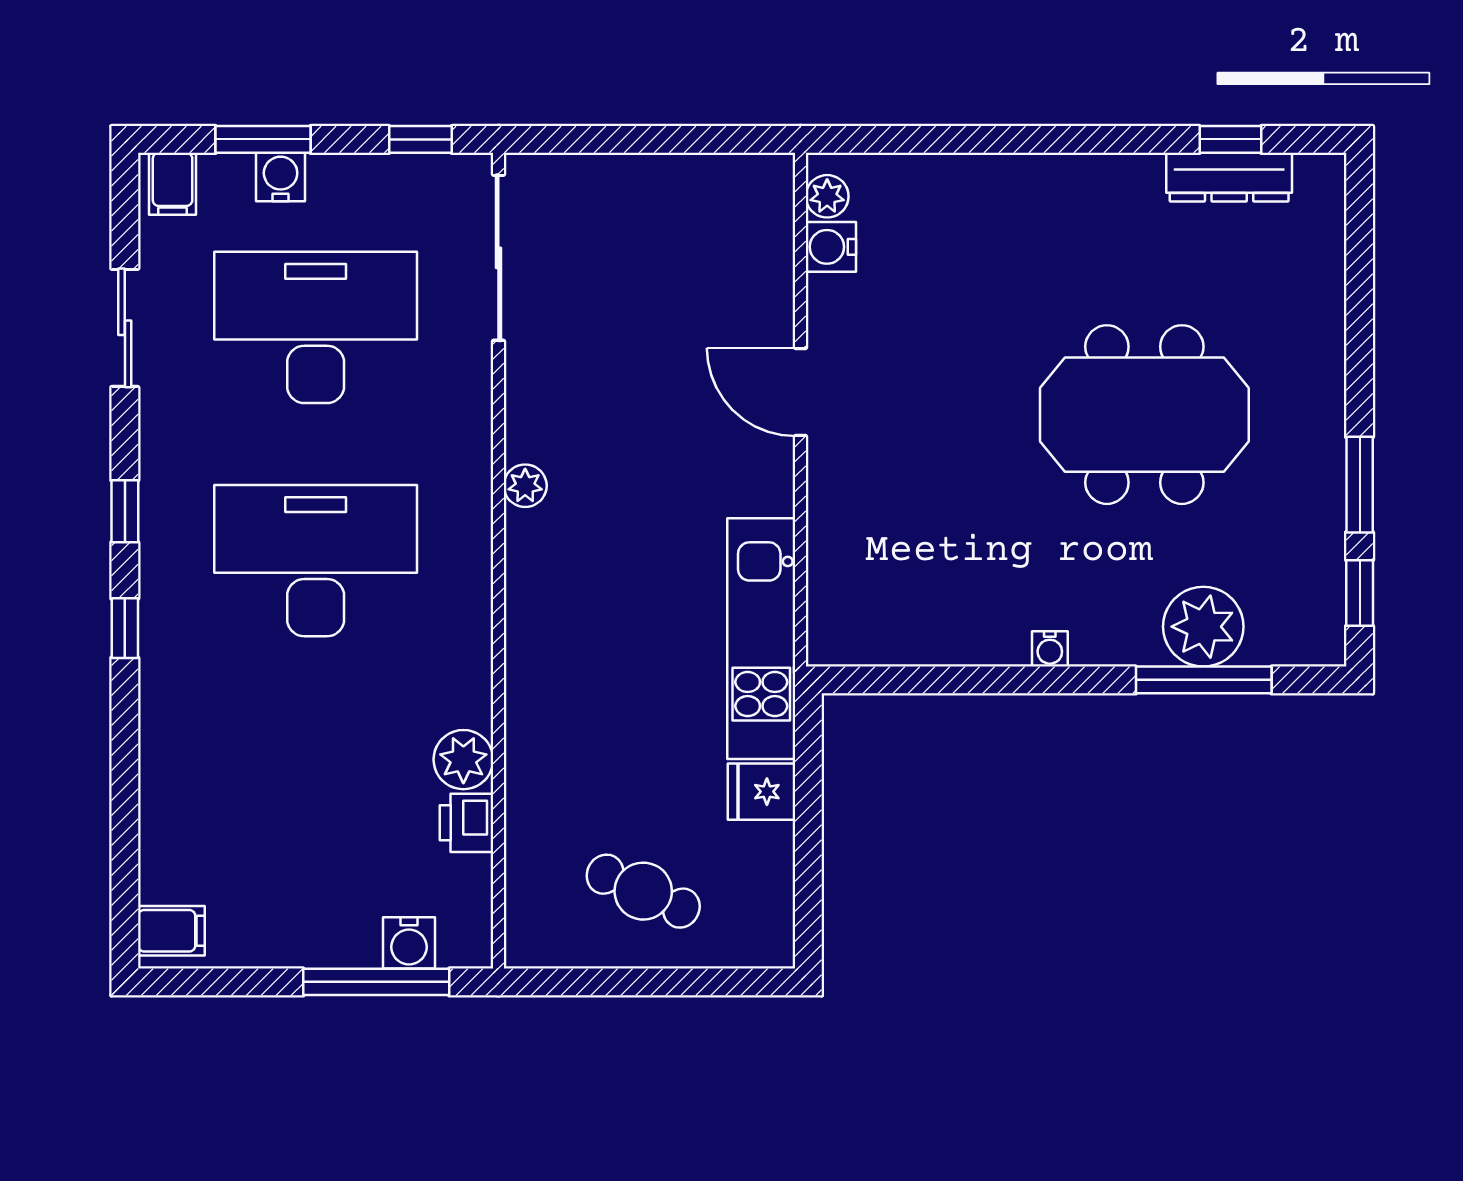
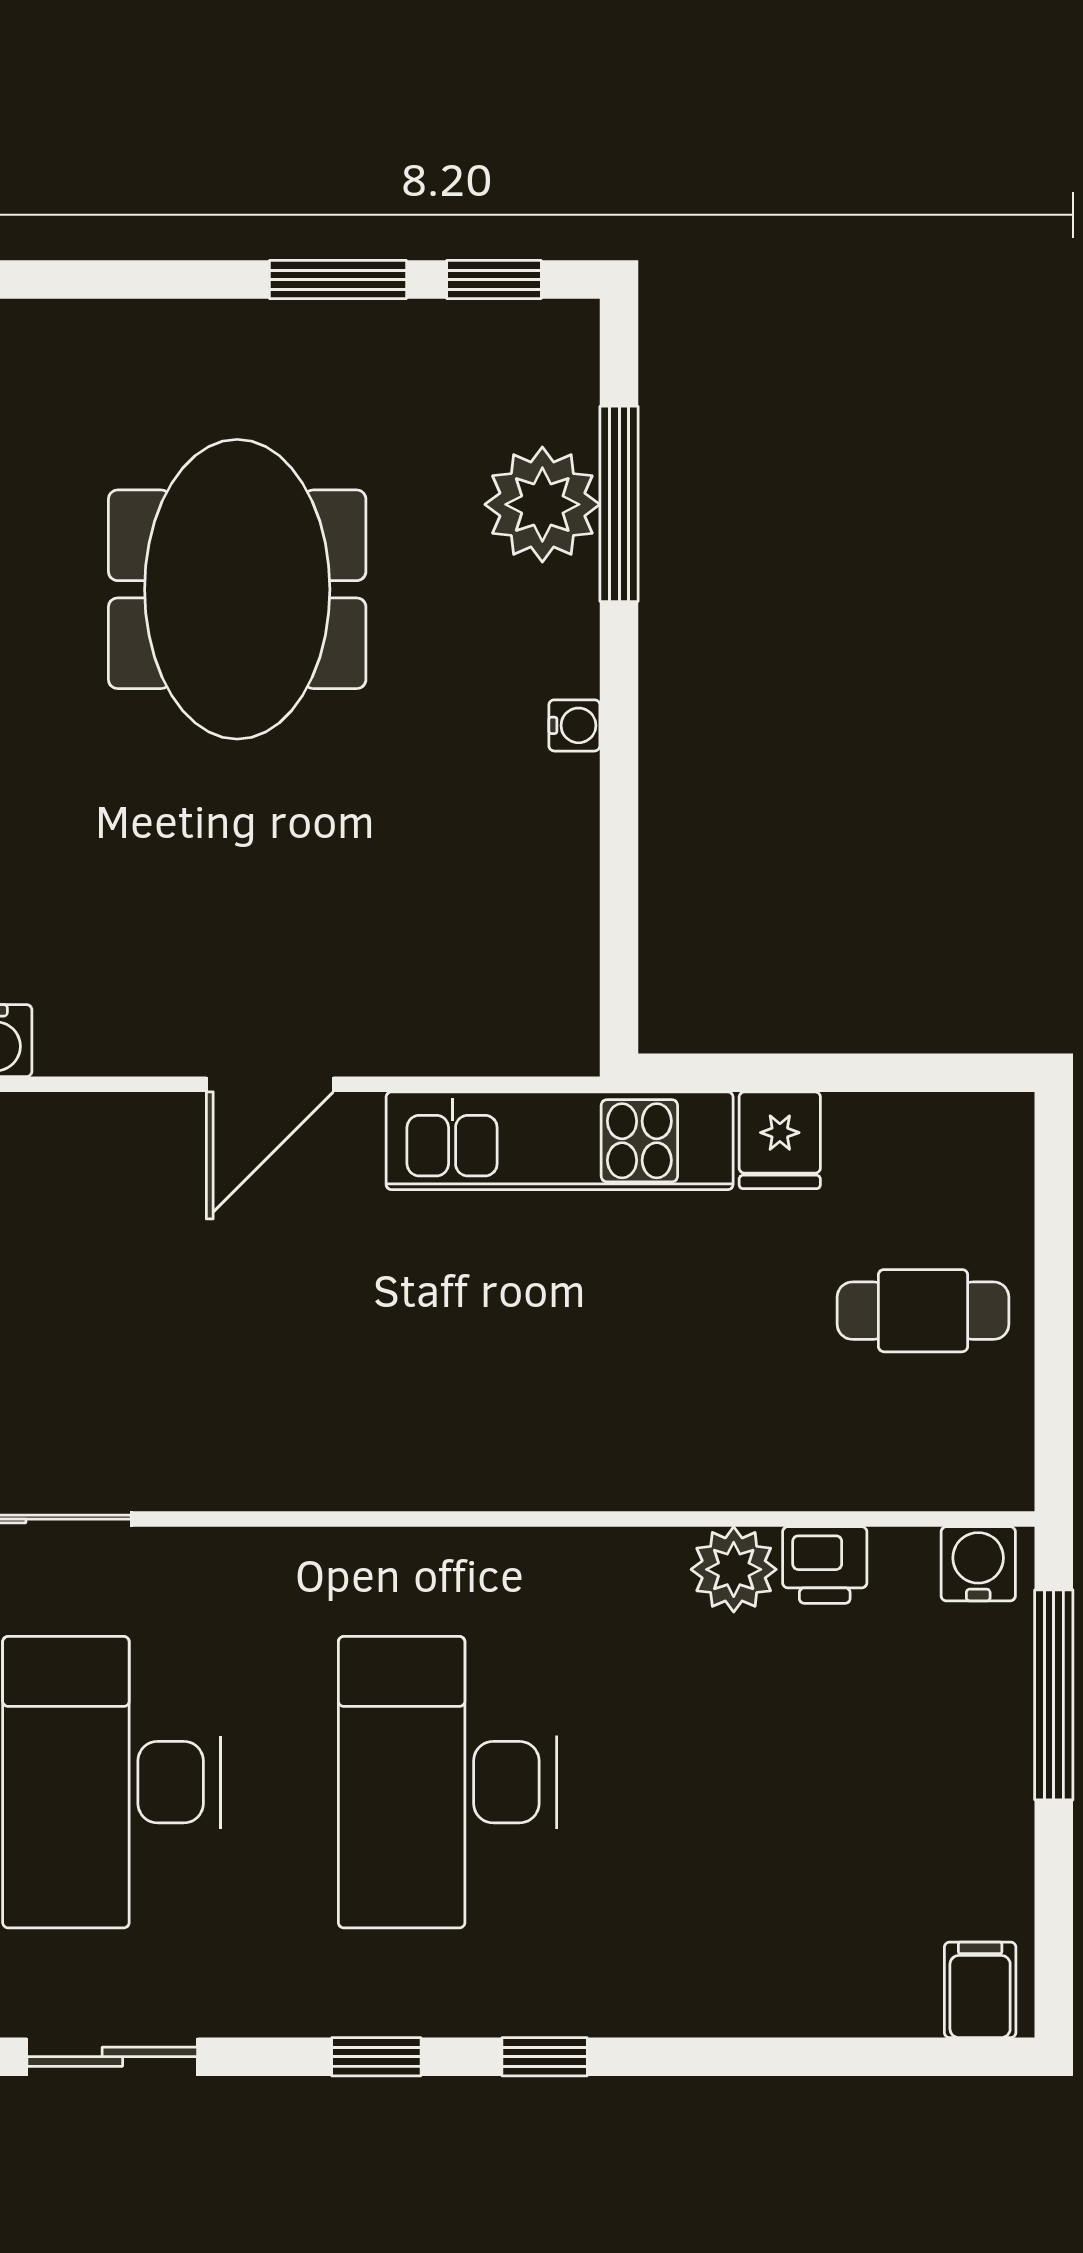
door: (801, 392) -> (270, 1084), moved
plant: (525, 486) -> (339, 1481), removed
cafe table: (643, 891) -> (923, 1311), turned 66
water cooler: (409, 943) -> (978, 1564), moved, turned -90

